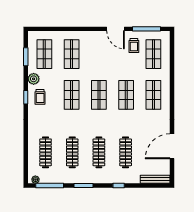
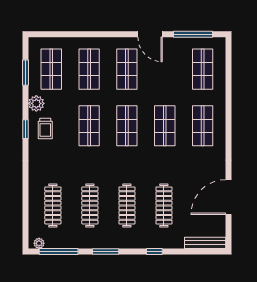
trolley: (134, 46) -> (175, 57), removed
shop shelf: (99, 54) -> (127, 69), added

